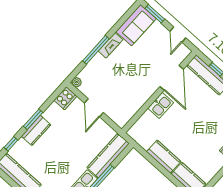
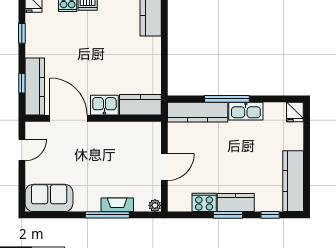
window: (155, 14) -> (22, 190), removed
fireplace: (111, 45) -> (117, 205), moved
door: (172, 78) -> (69, 118), hinge flipped
cooker: (65, 98) -> (204, 202), moved
kitchen counter: (164, 157) -> (140, 105), moved, turned 90

